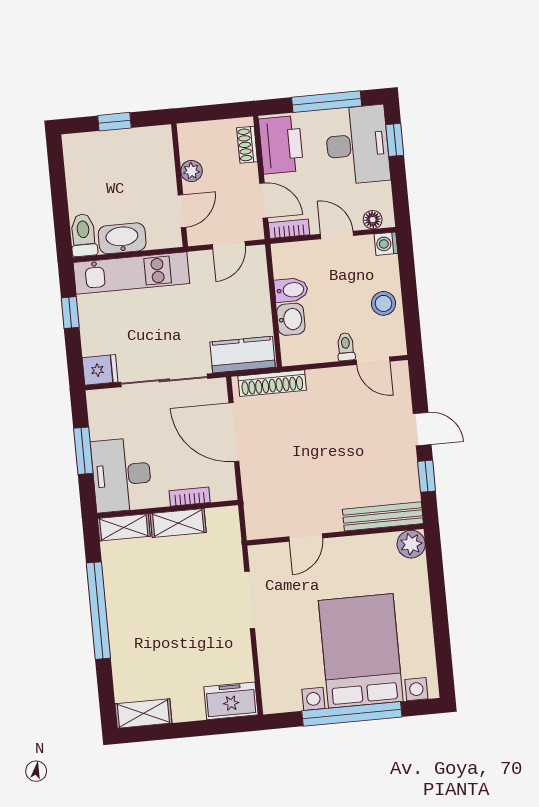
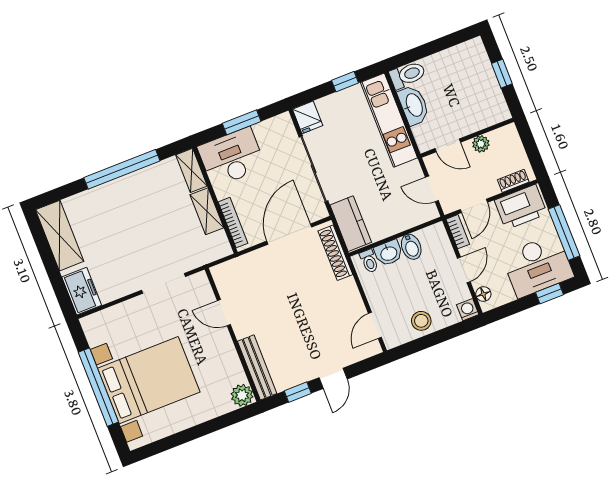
toilet: (346, 347) -> (369, 261), moved, turned 90
bookcase: (190, 497) -> (233, 223), width x1.56
shelving: (143, 713) -> (60, 236), width x1.50, depth x1.33

